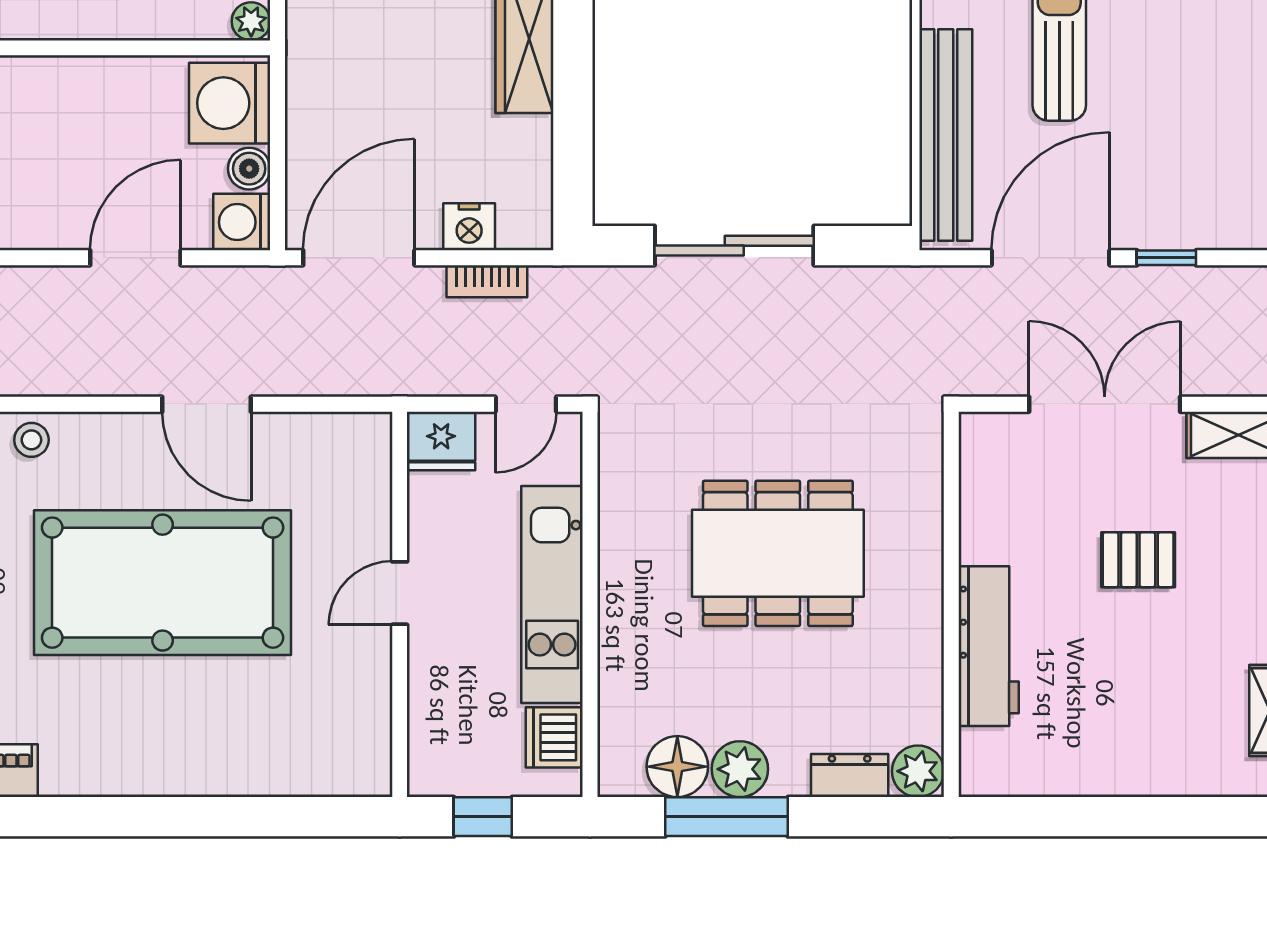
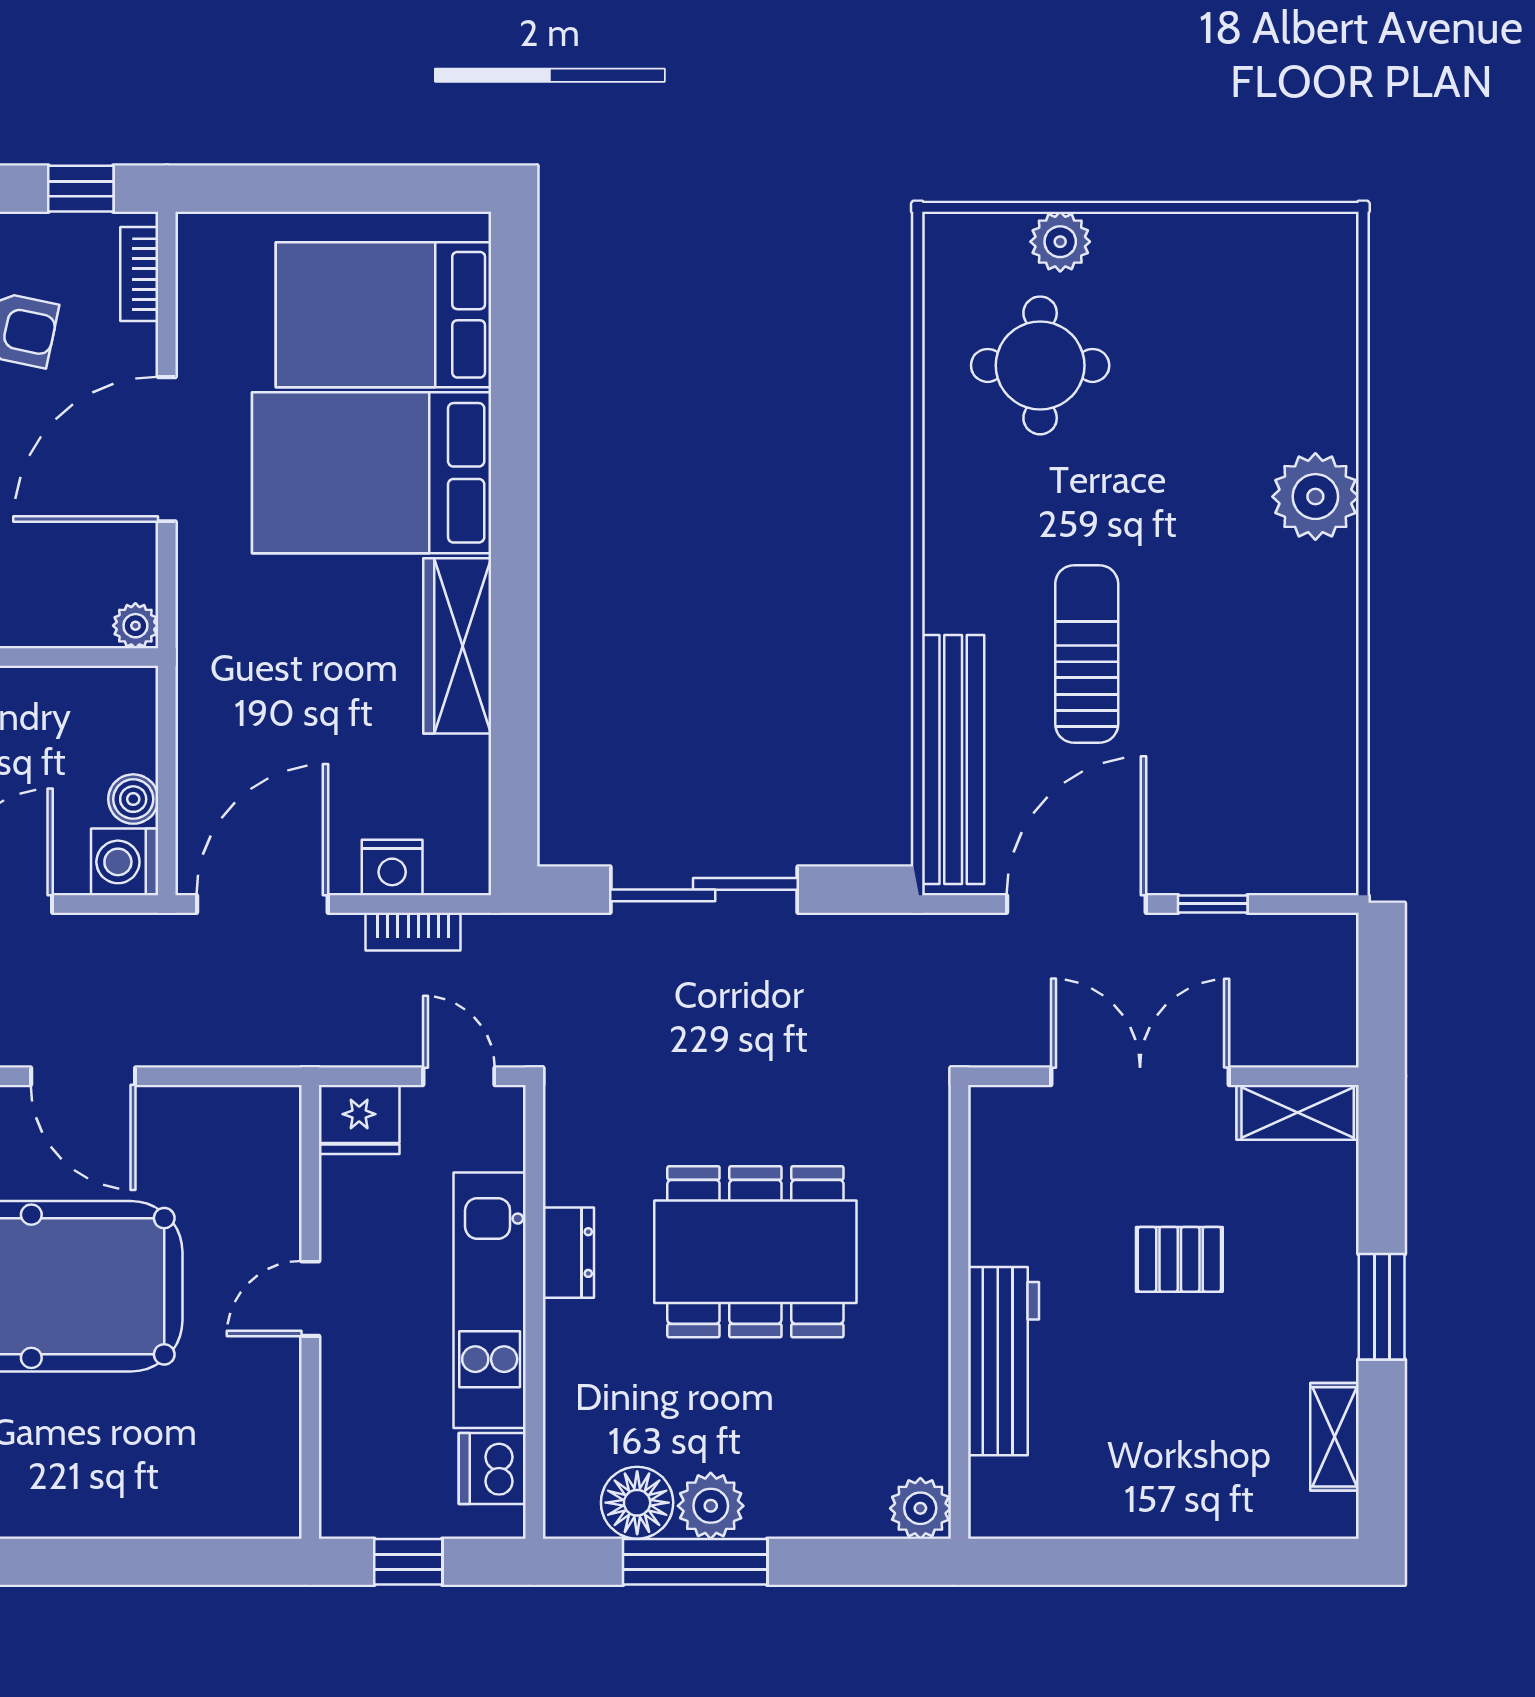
washing machine: (230, 103) -> (110, 722), removed
door: (526, 404) -> (459, 1076), swing flipped
dresser: (850, 776) -> (568, 1253), moved, turned 90

